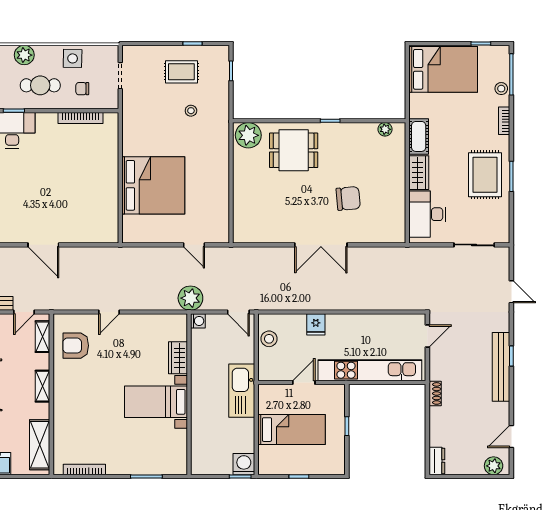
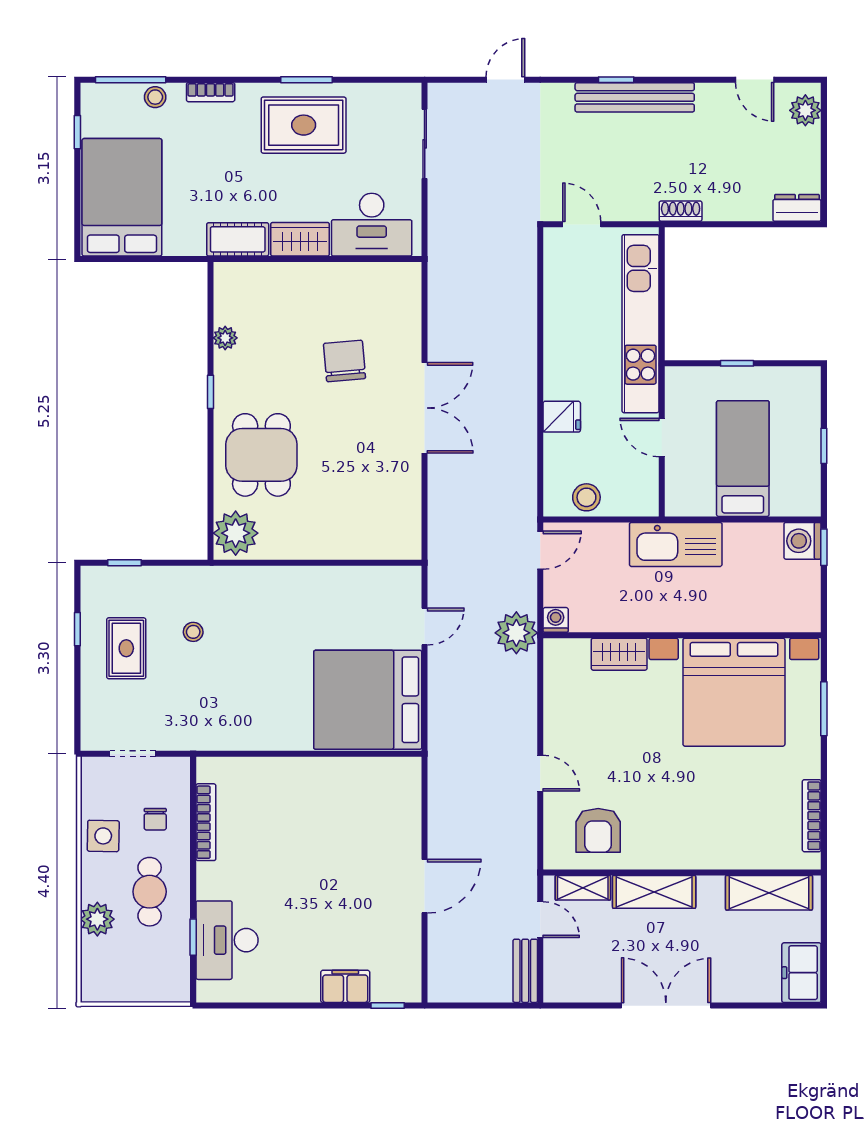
plant: (385, 129) -> (225, 338), moved
bed: (153, 185) -> (368, 700), moved, turned -90
shelving: (43, 386) -> (654, 892), width x1.50, depth x1.33
bed with nightstands: (156, 402) -> (734, 692), width x1.85

